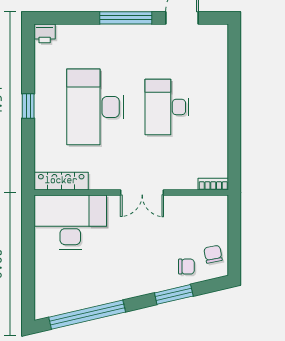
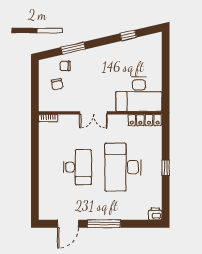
desk: (95, 107) -> (123, 167), turned 180
double door: (142, 193) -> (93, 113), swing flipped
chair: (213, 254) -> (57, 84), moved
window: (87, 315) -> (128, 35), width x0.32

